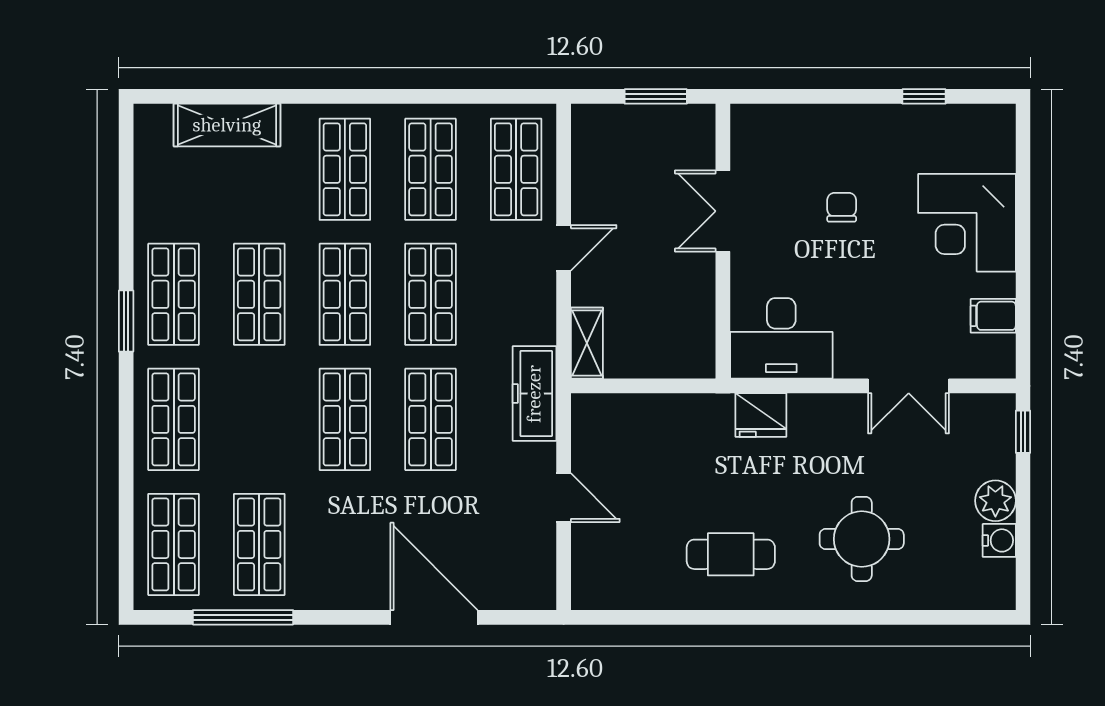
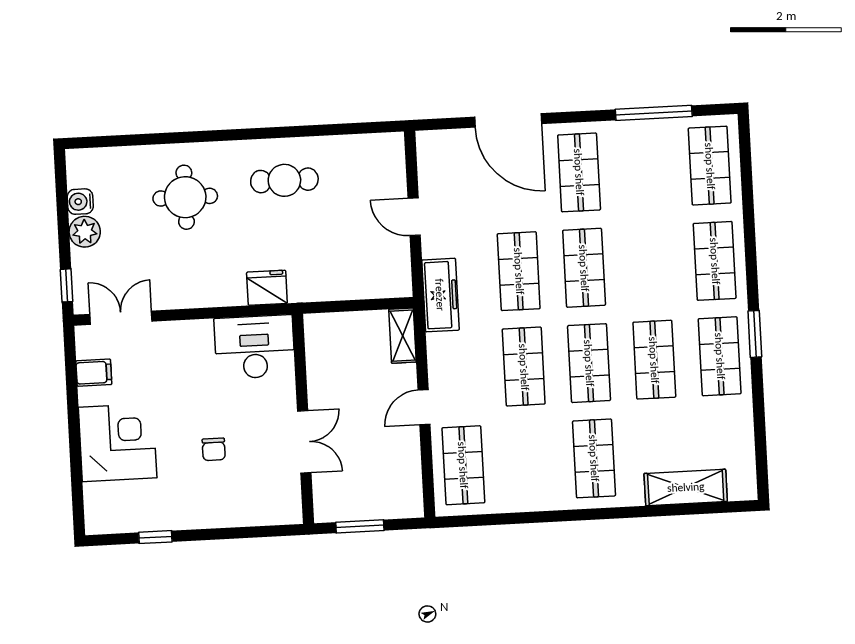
shop shelf: (431, 169) -> (529, 462), removed
double door: (909, 386) -> (121, 318), moved
shop shelf: (259, 544) -> (579, 172), moved

